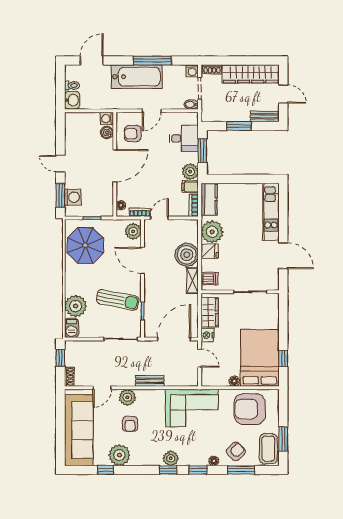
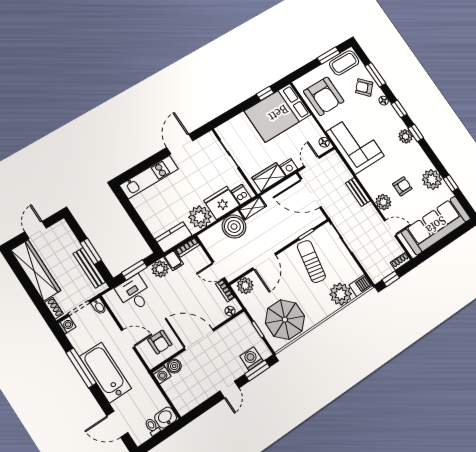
bench: (265, 116) -> (89, 268), moved, width x1.36
fridge: (210, 251) -> (222, 203), width x1.88, depth x1.34
floor lamp: (234, 381) -> (324, 142), moved

